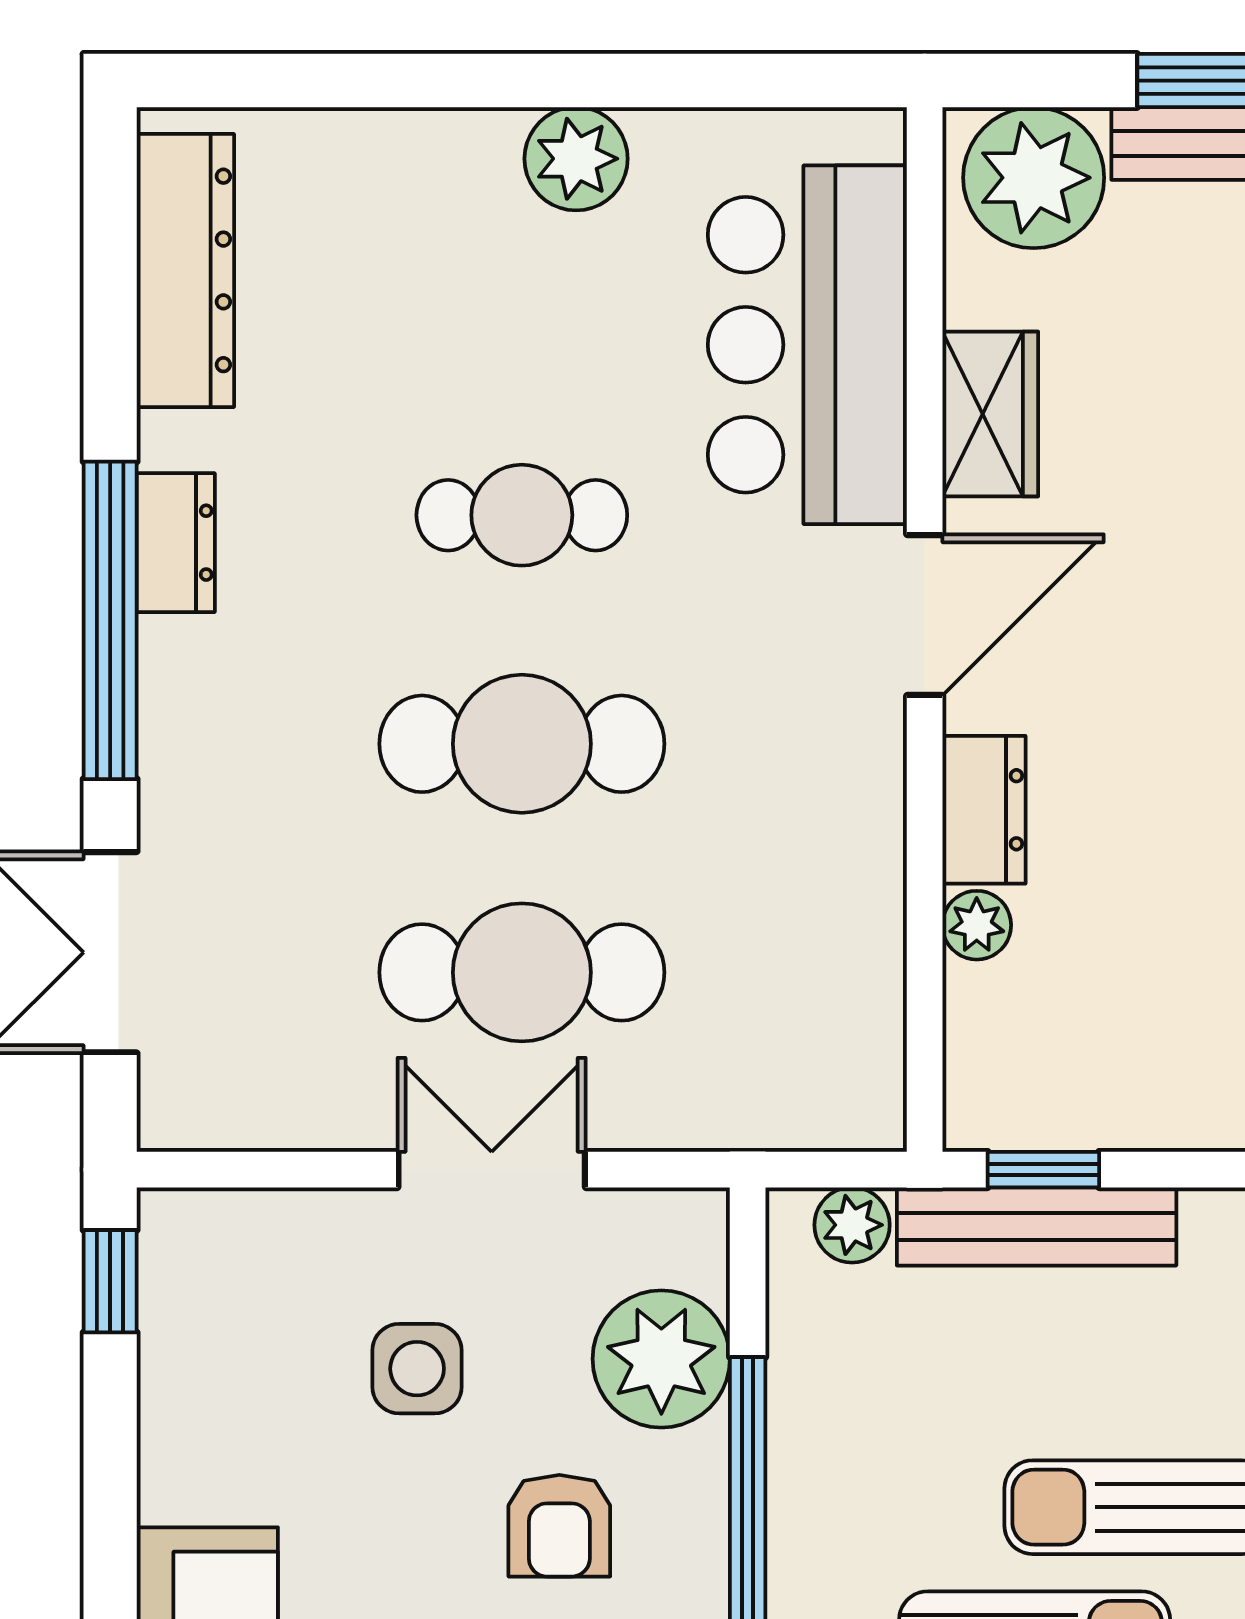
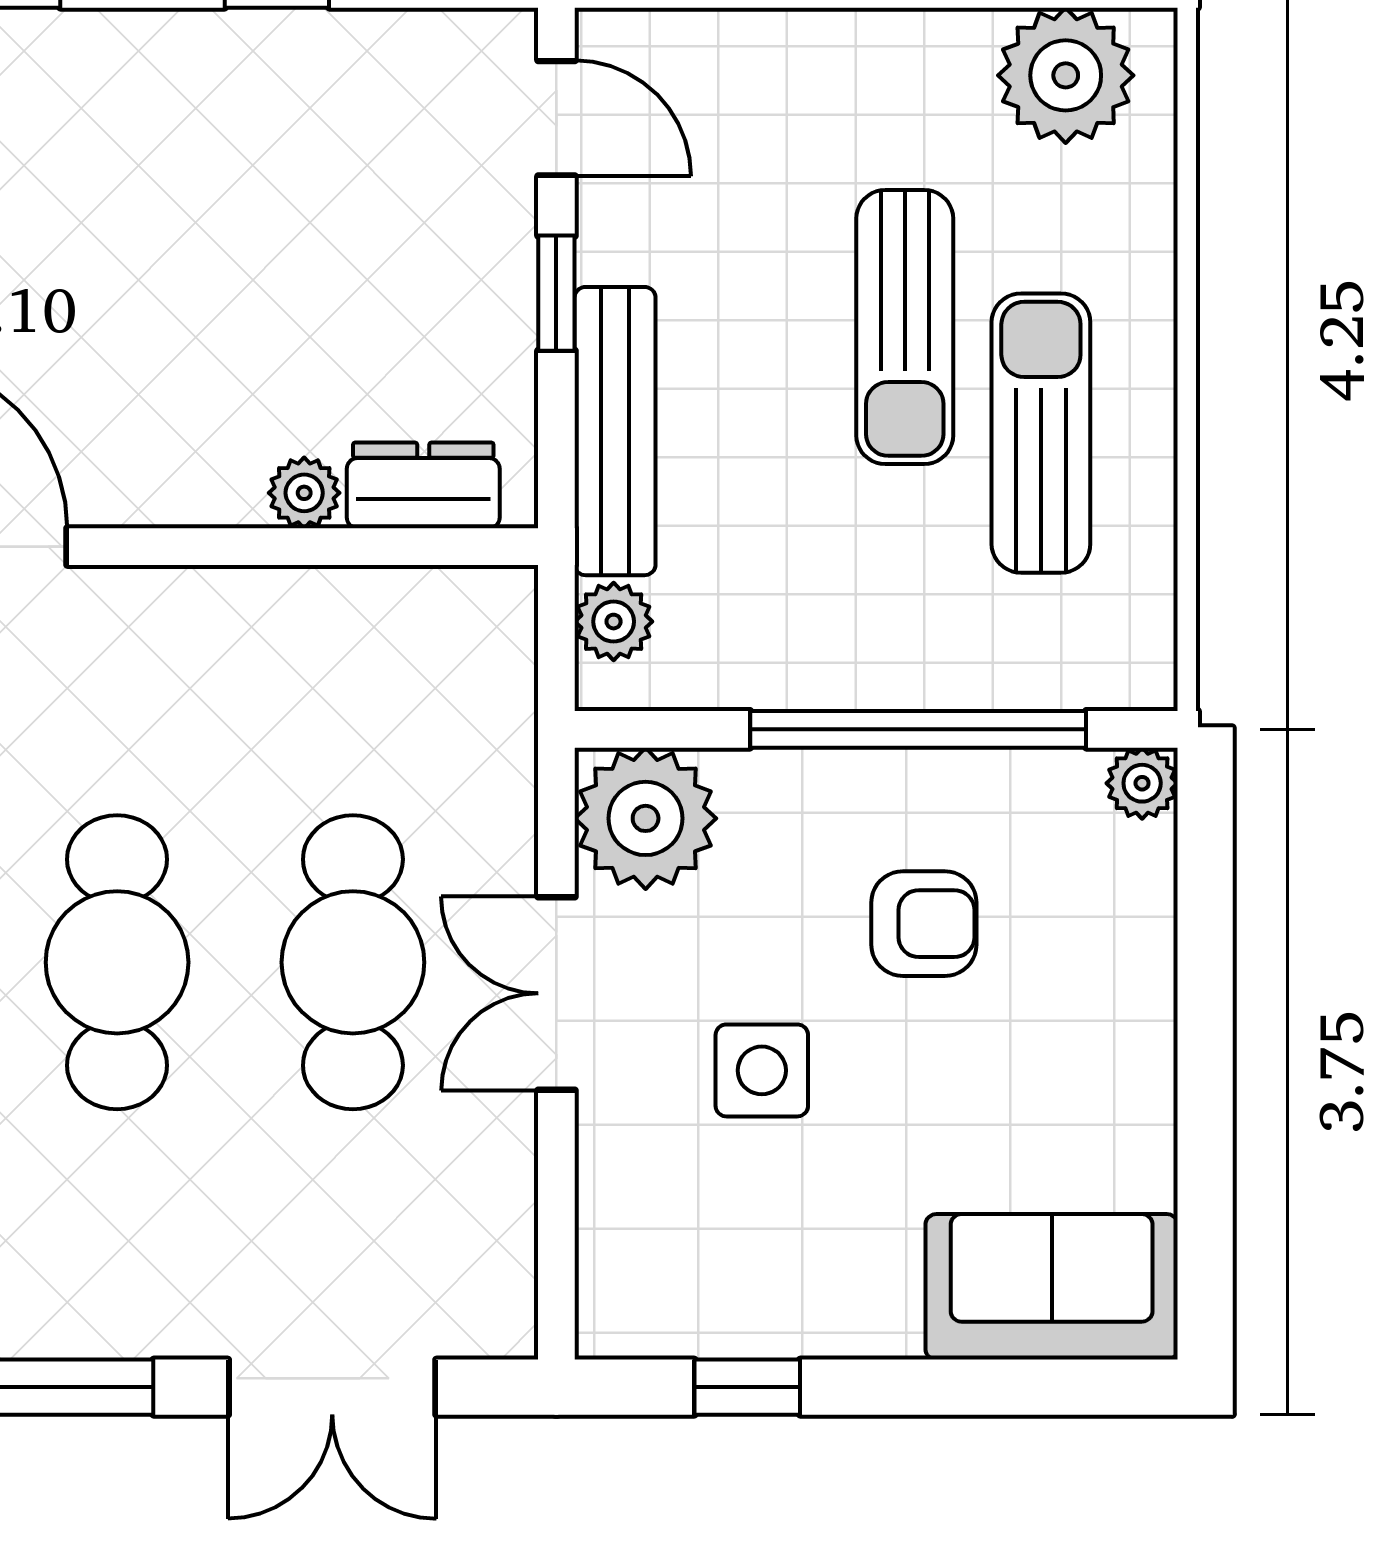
dresser: (984, 810) -> (423, 485), moved
window: (1043, 1170) -> (556, 293), moved
window: (110, 1281) -> (747, 1387), moved
plant: (661, 1359) -> (646, 818), moved

